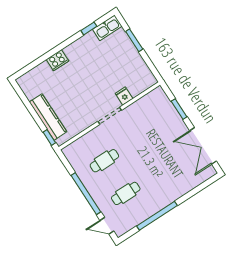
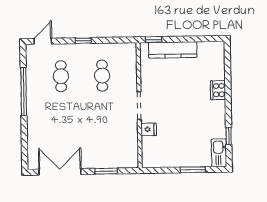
window: (86, 194) -> (83, 41), width x0.32

